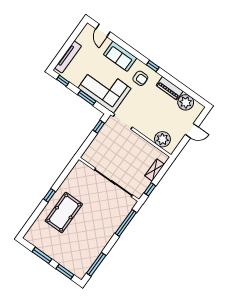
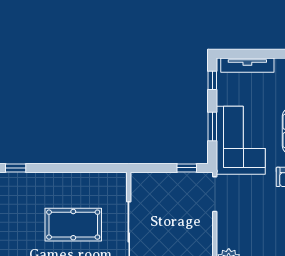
window: (50, 195) -> (16, 168), moved
pool table: (64, 213) -> (73, 225), moved

